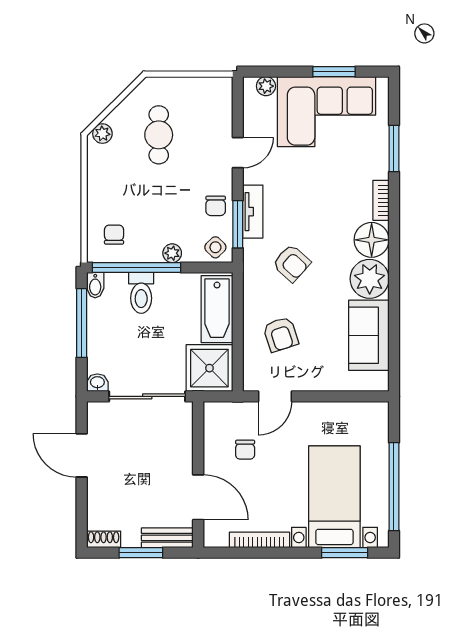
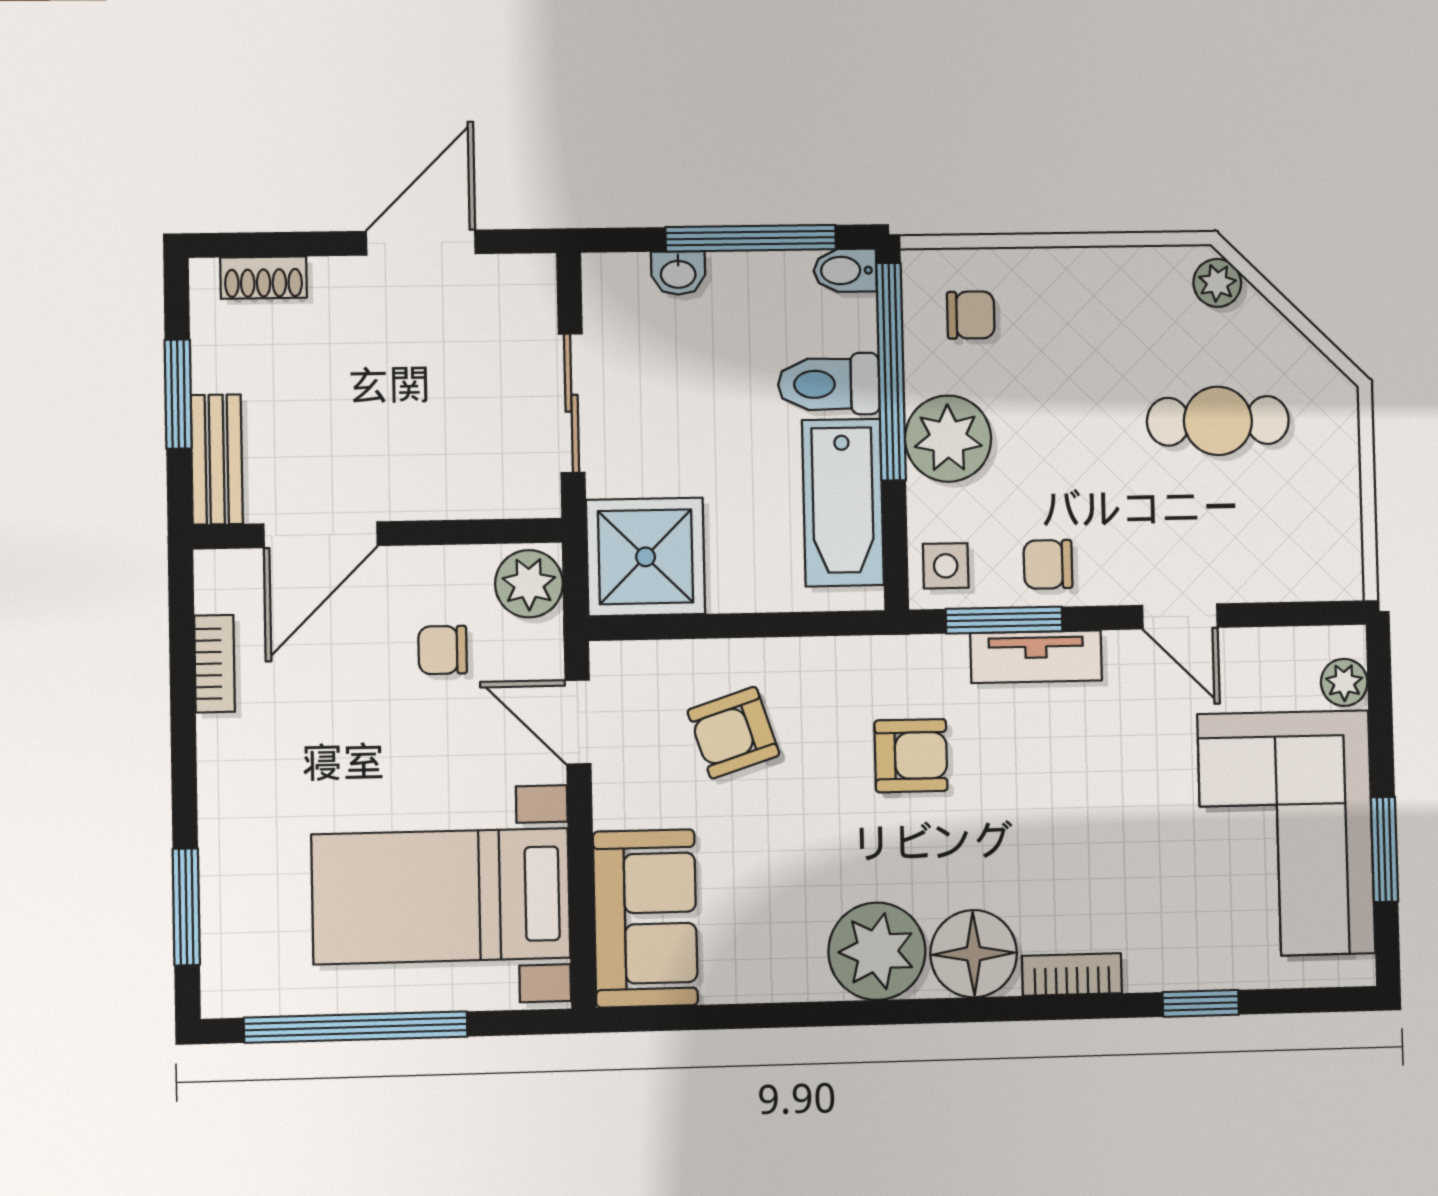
window: (394, 148) -> (1201, 1003), width x0.67
side table: (215, 247) -> (946, 566), turned 45
plant: (172, 253) -> (948, 439), width x1.88, depth x1.88
armchair: (292, 263) -> (911, 756), turned -132
bathtub: (217, 309) -> (843, 503), moved, turned -90
sofa: (369, 335) -> (645, 918), moved, turned 90
washbasin: (97, 383) -> (678, 273), moved, turned 90
sliding door: (147, 396) -> (572, 403), width x0.73
plant: (219, 415) -> (529, 584), added
bed with nightstands: (334, 497) -> (441, 896), moved, turned 180
shoe rack: (104, 539) -> (263, 278), moved, turned 90
bookcase: (259, 540) -> (215, 664), width x0.64

